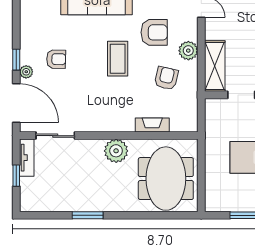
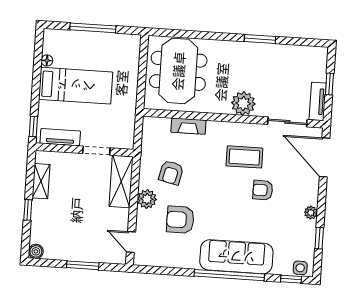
armchair: (56, 59) -> (263, 190), moved
coffee table: (118, 59) -> (244, 157), moved, turned 90
window: (16, 60) -> (319, 238), moved
plant: (26, 72) -> (311, 213), moved
plant: (116, 151) -> (243, 103), moved

